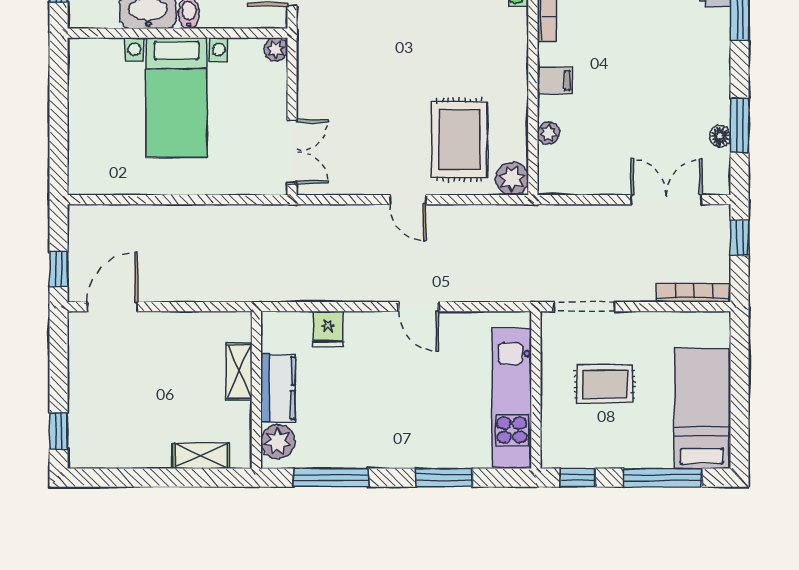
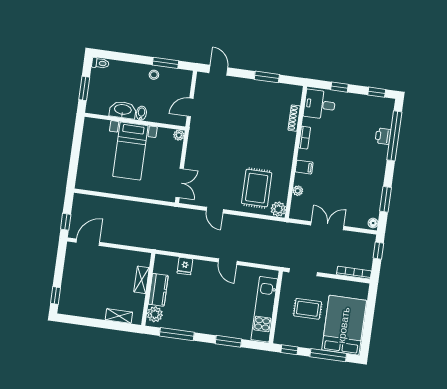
floor lamp: (720, 136) -> (373, 223), moved
door: (408, 200) -> (215, 210), moved
double door: (666, 200) -> (327, 226), moved
bed: (702, 408) -> (344, 325), width x1.50

